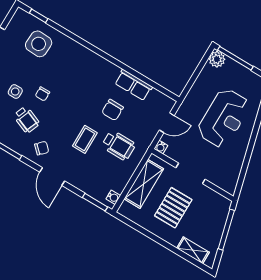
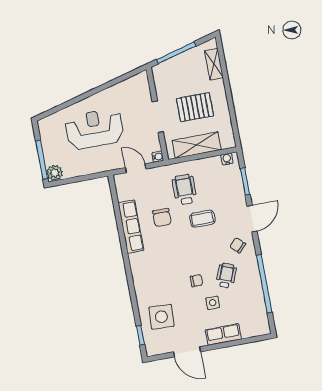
row of seats: (133, 85) -> (131, 227), width x1.48
chair: (113, 110) -> (162, 218), turned 90
window: (95, 202) -> (245, 181), moved

